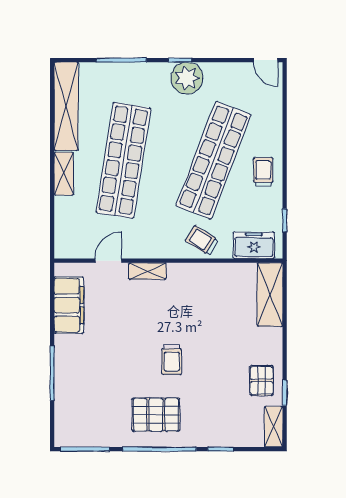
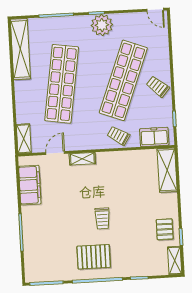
trolley: (263, 172) -> (158, 87), turned -49
shelving: (64, 174) -> (24, 139), moved

